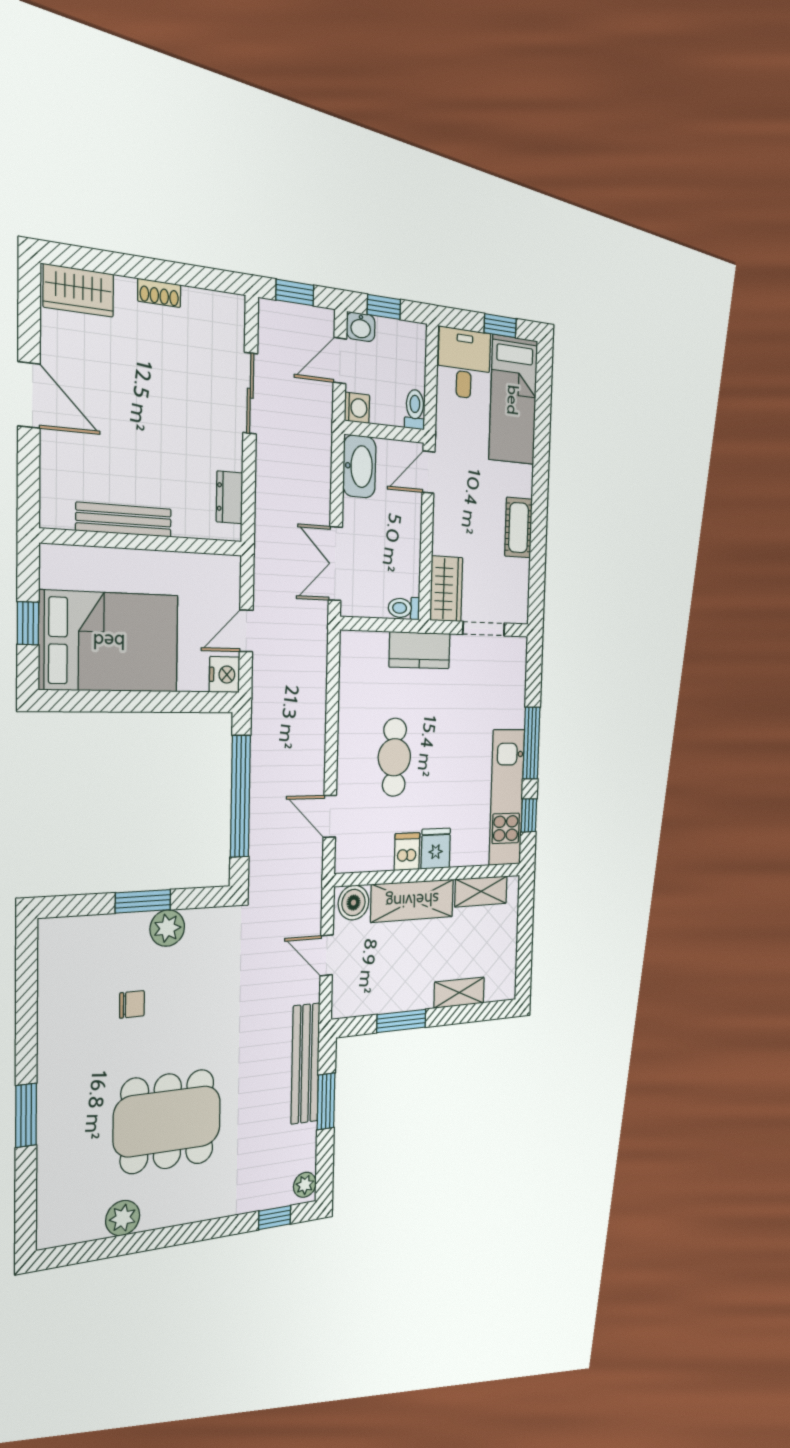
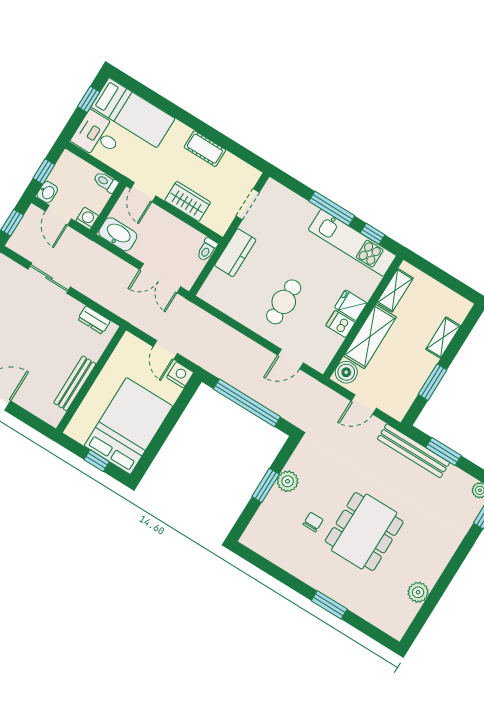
wardrobe: (446, 589) -> (188, 201), moved
cafe table: (394, 757) -> (284, 302), turned 90
dining table: (167, 1121) -> (364, 532), moved

